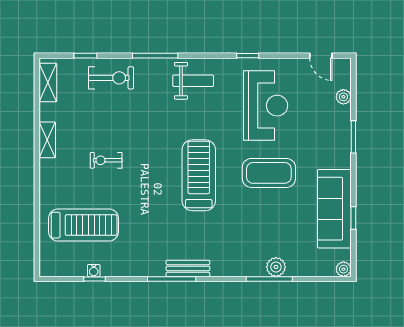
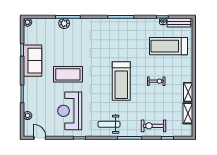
shelving: (48, 83) -> (188, 113), moved
treadmill: (199, 175) -> (121, 81), moved
sofa: (334, 209) -> (32, 61), width x0.73
bench: (188, 268) -> (179, 23), moved

